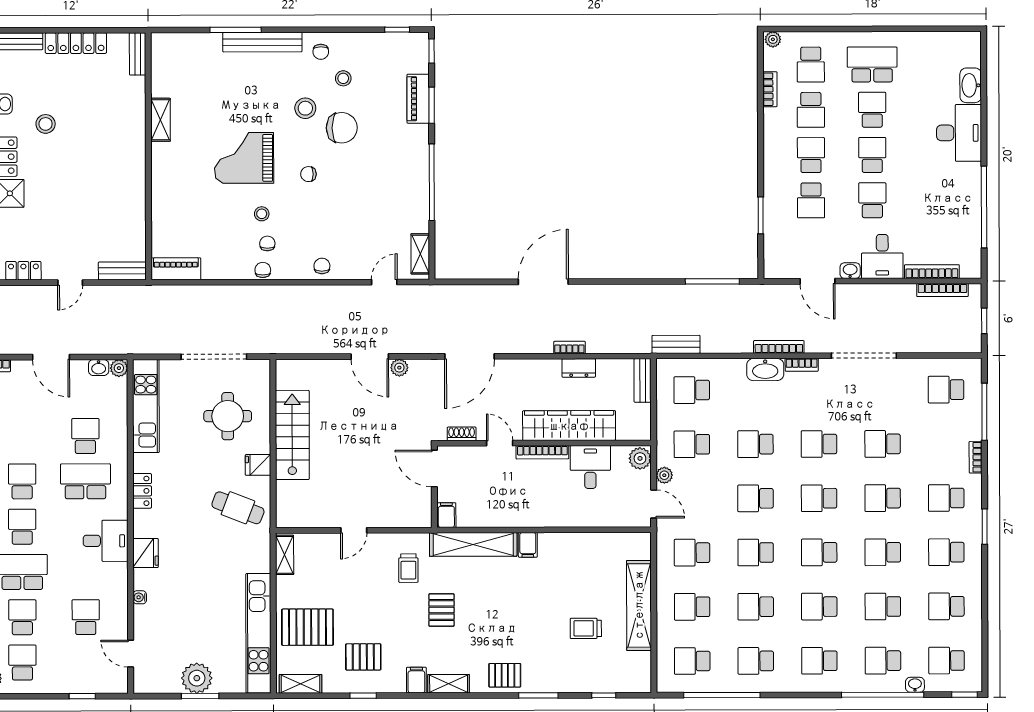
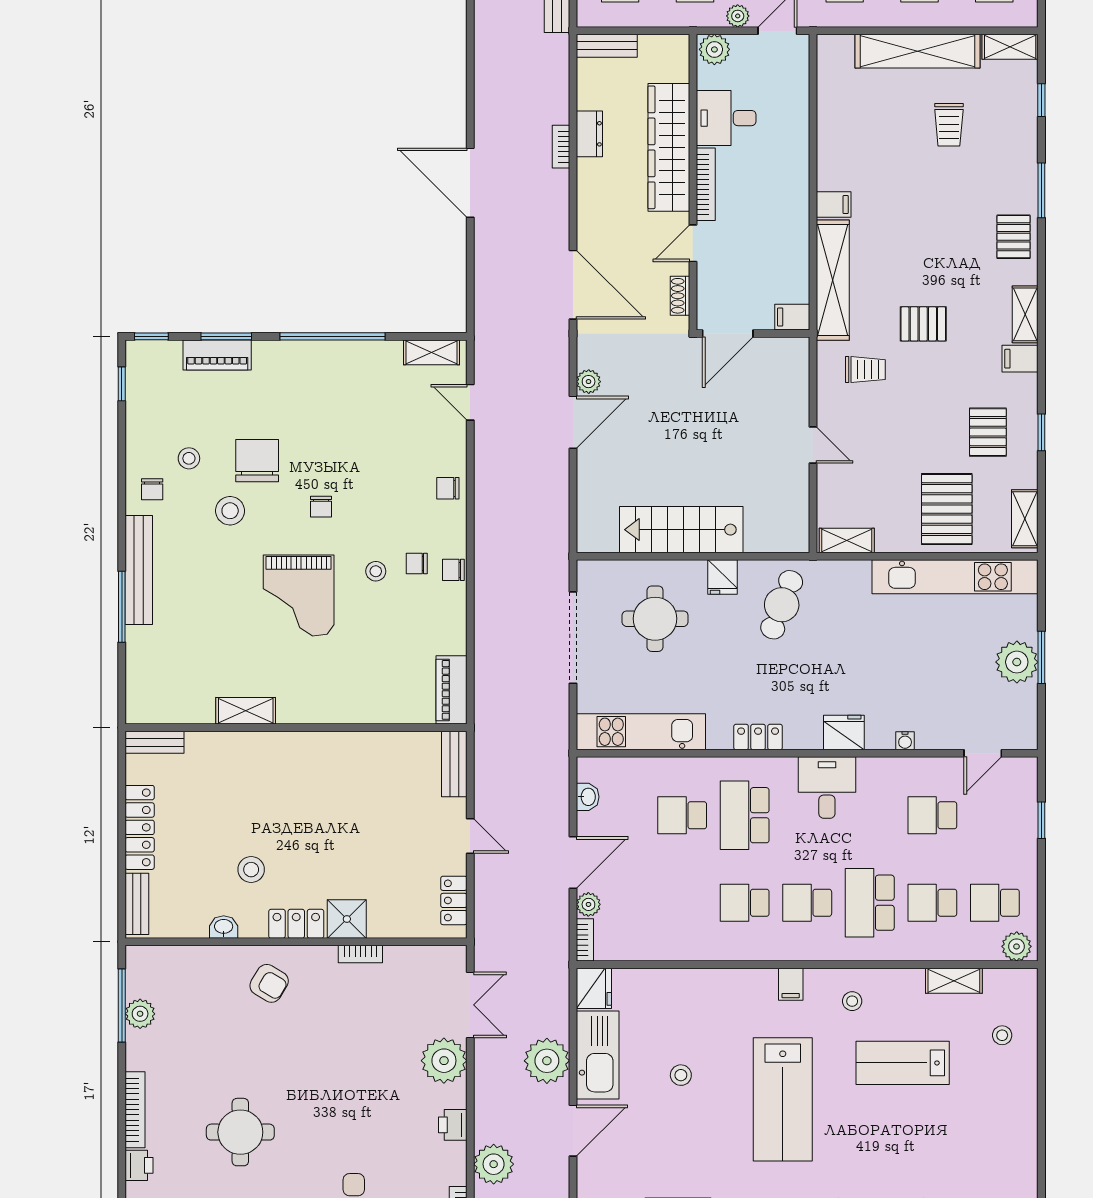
chair: (321, 52) -> (152, 489), turned 90
plant: (119, 368) -> (588, 904), moved
shelving: (642, 672) -> (1010, 47), added

